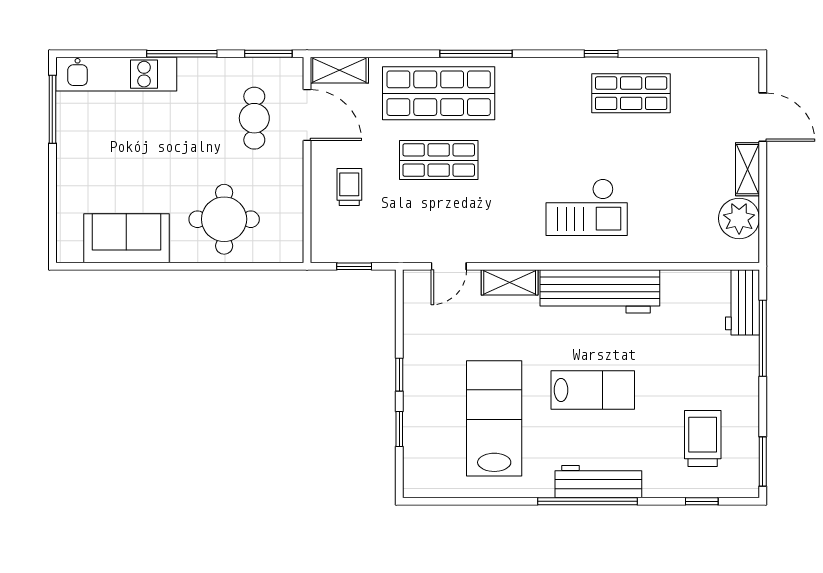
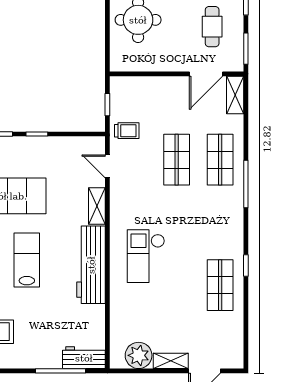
shop shelf: (439, 93) -> (220, 160), width x0.70, depth x0.74
cafe table: (254, 118) -> (212, 27), moved, turned 90
trolley: (349, 187) -> (127, 131), moved
lab bench: (593, 390) -> (27, 260), turned 180

